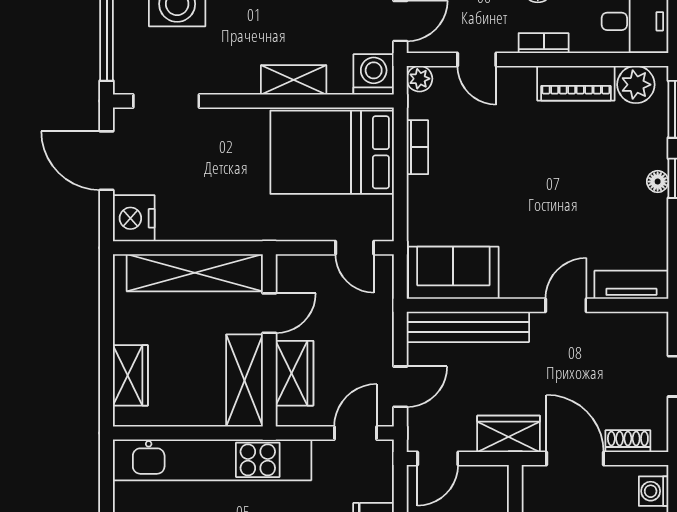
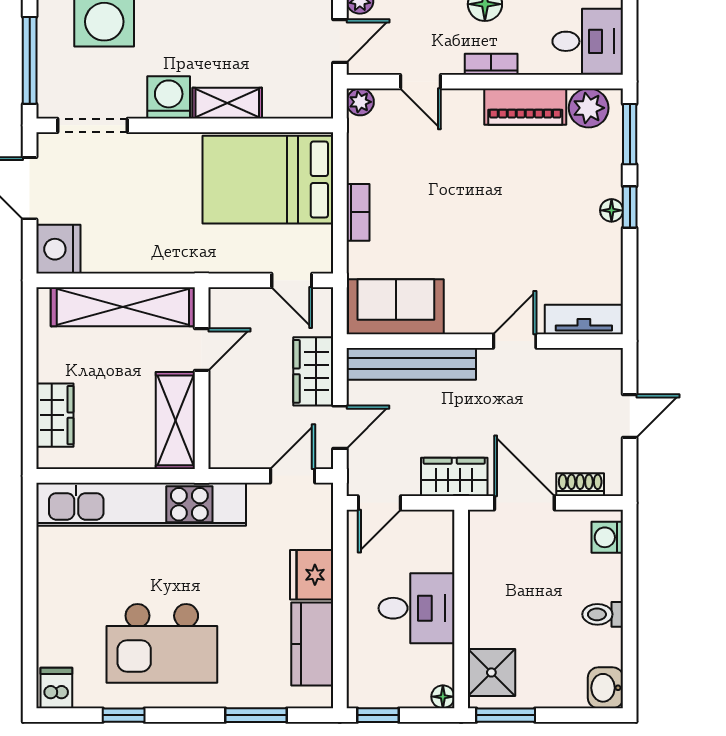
washing machine: (374, 74) -> (169, 97), moved
bookcase: (417, 147) -> (358, 212), moved
wardrobe: (295, 373) -> (313, 371), moved, turned 180

